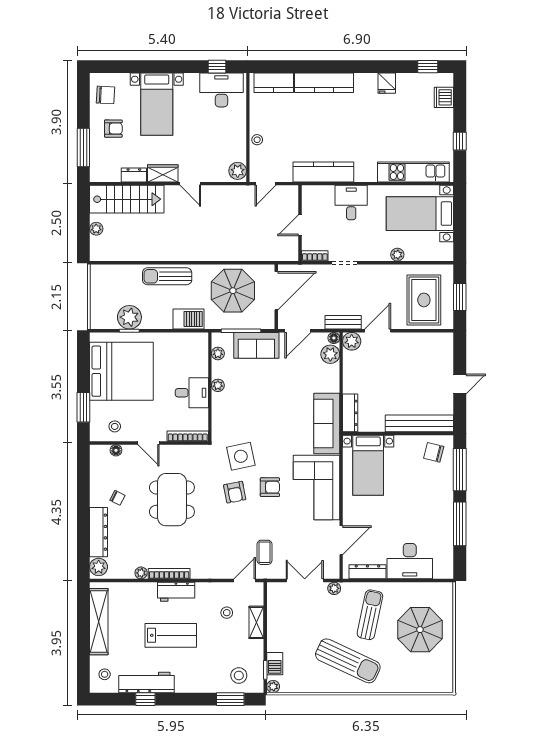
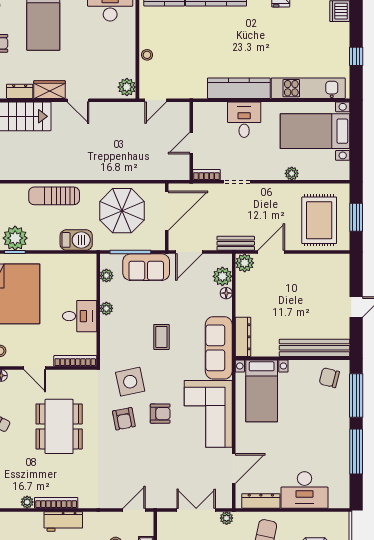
kitchen counter: (323, 172) -> (239, 88), moved
floor lamp: (334, 338) -> (226, 293), moved
coffee table: (265, 552) -> (161, 337), moved

